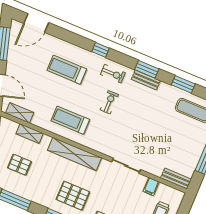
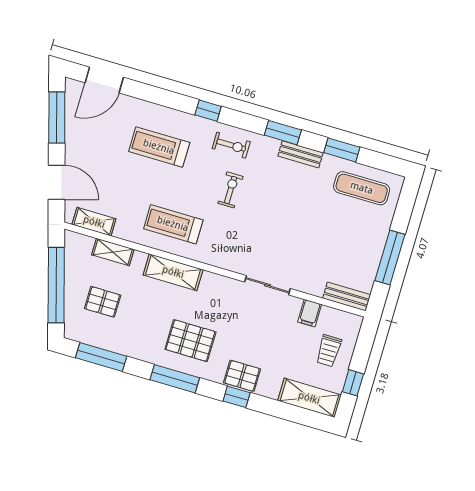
bench: (146, 80) -> (300, 154), moved
shelving: (74, 154) -> (173, 272), width x0.68

